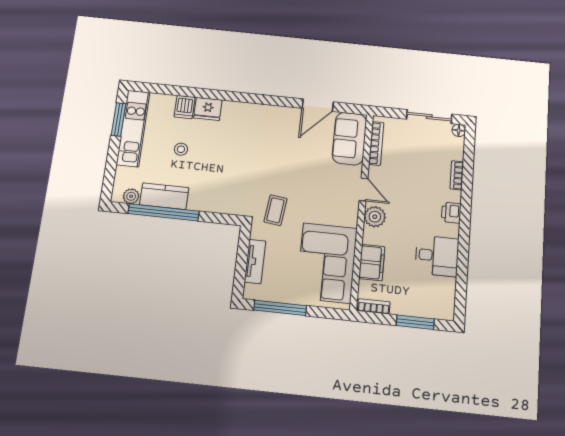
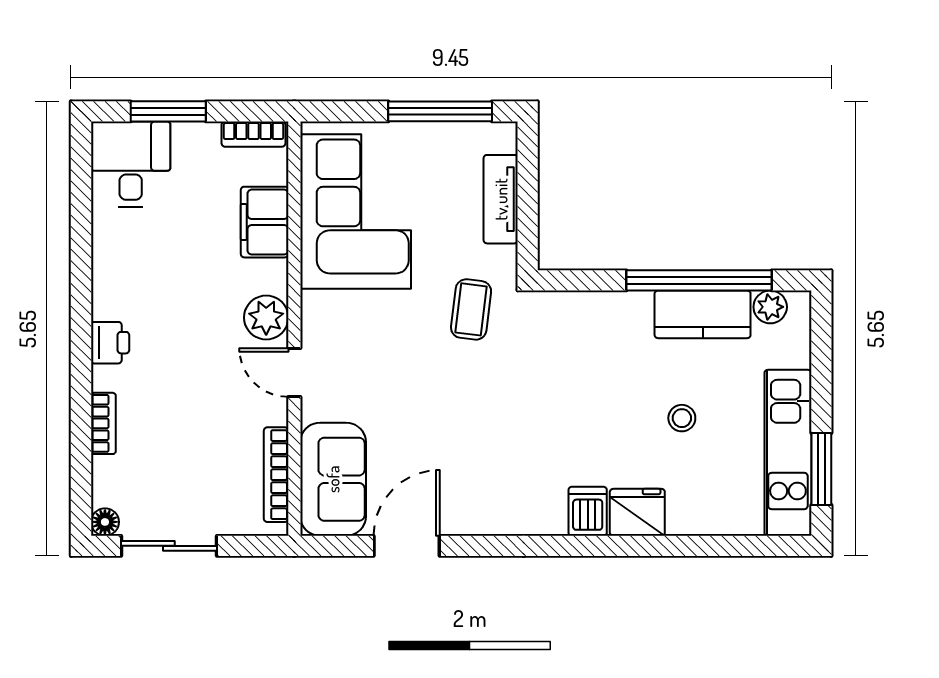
dishwasher: (185, 107) -> (588, 511), moved
desk: (437, 256) -> (131, 164), moved, turned 90

